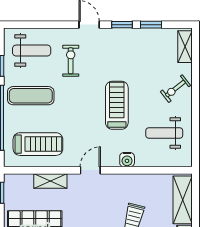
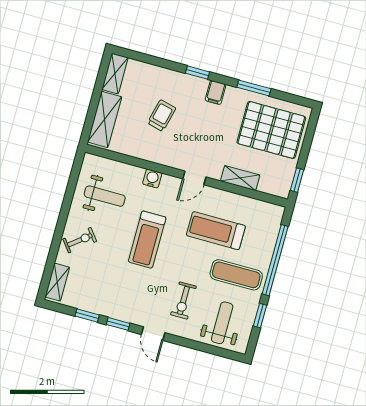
weight bench: (32, 51) -> (222, 323), turned 90
treadmill: (38, 144) -> (216, 231), moved

